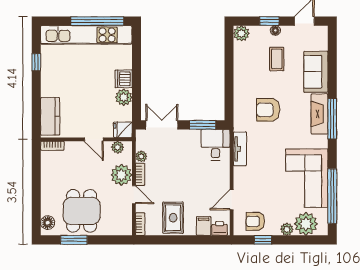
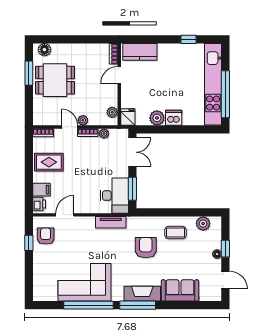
plant: (241, 33) -> (203, 224), moved
coffee table: (277, 59) -> (176, 233), moved
door: (94, 139) -> (119, 75), moved
desk: (216, 145) -> (114, 196), width x1.37
plant: (121, 175) -> (83, 120), width x0.53, depth x0.53
door: (134, 195) -> (70, 127), swing flipped
window: (332, 196) -> (88, 305), moved
door: (232, 200) -> (65, 215), hinge flipped
plant: (306, 224) -> (43, 281), removed
plant: (287, 229) -> (39, 264), removed

